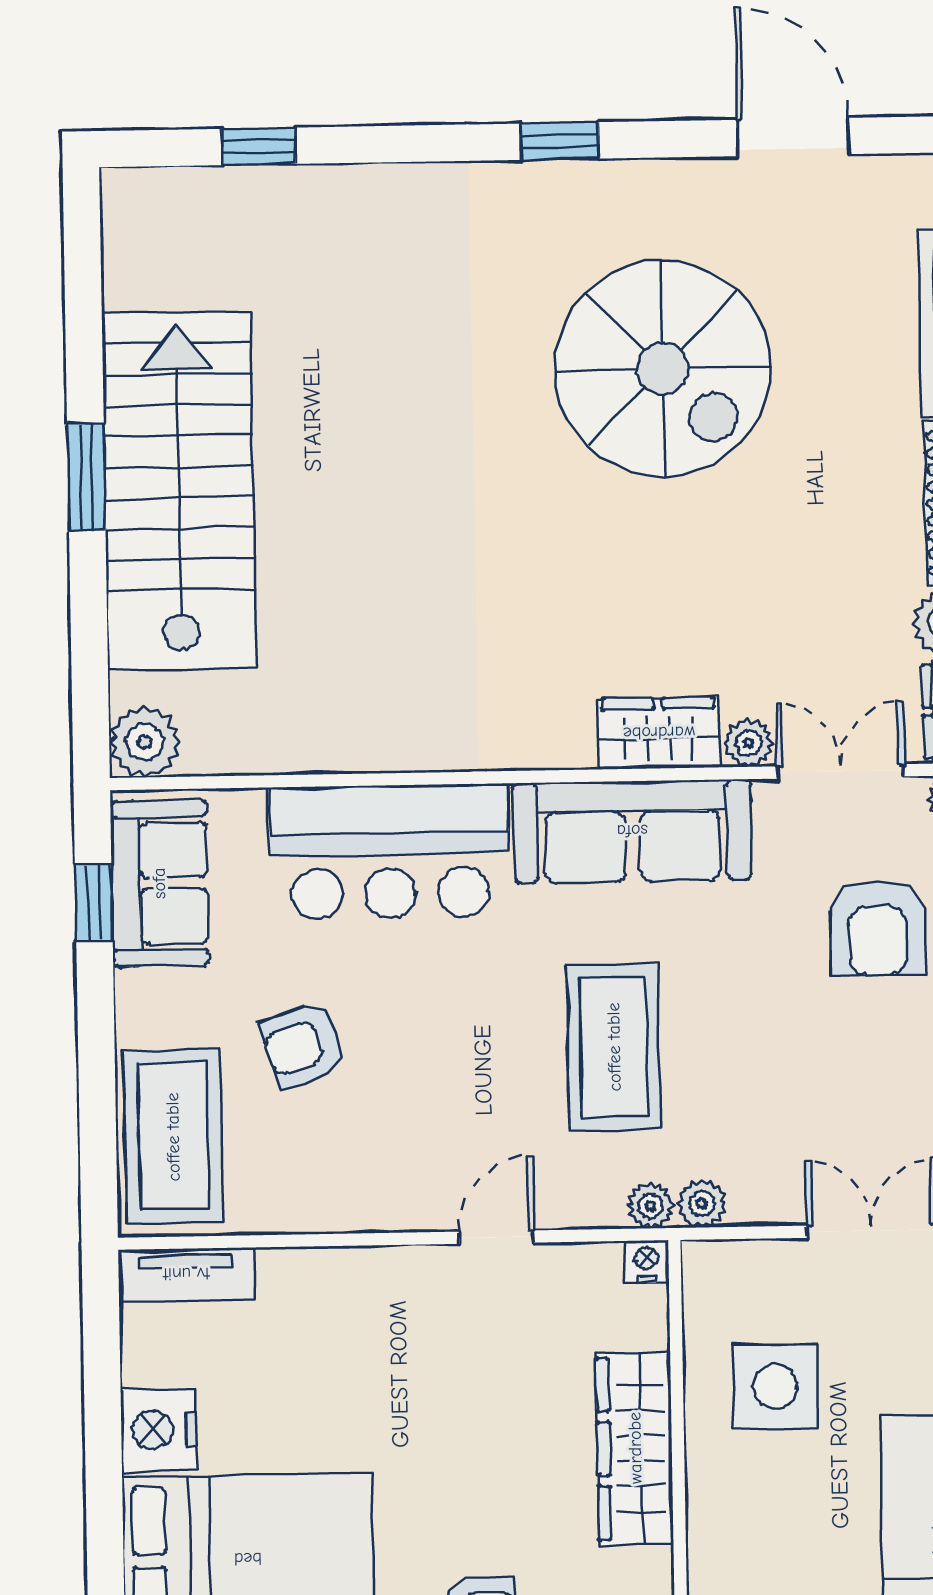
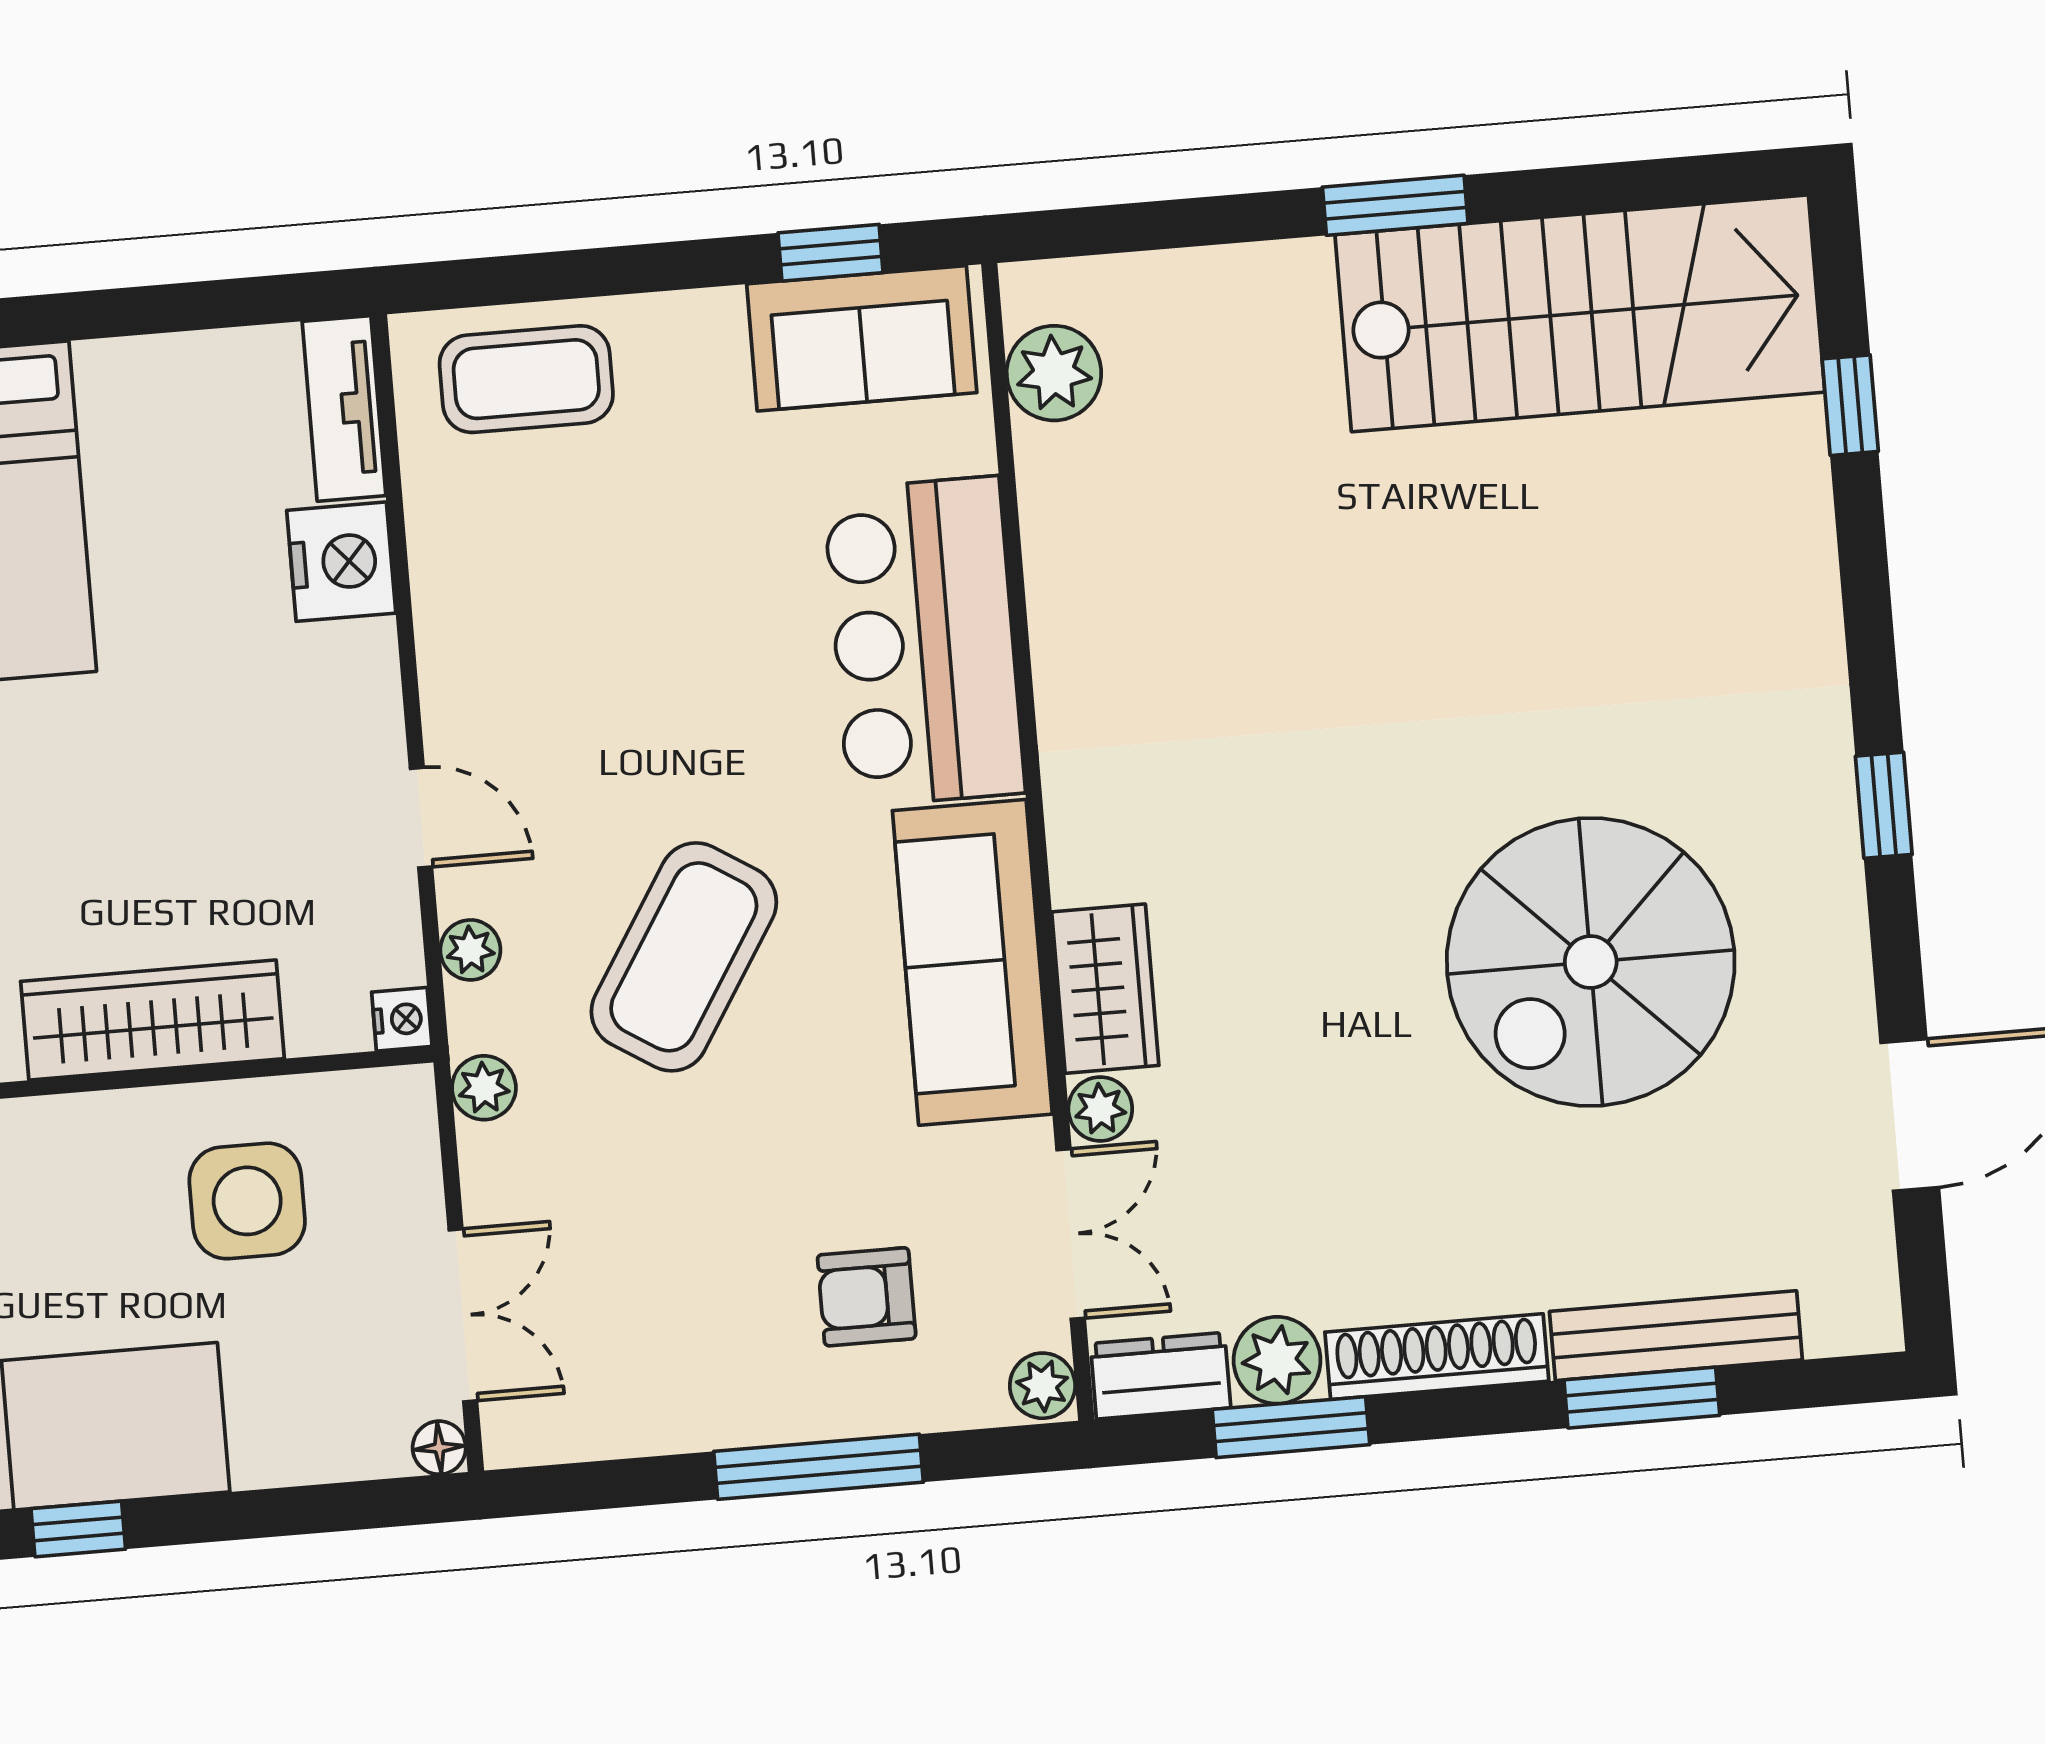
stairs: (179, 490) -> (1580, 313), moved
plant: (145, 742) -> (1054, 373), moved
armchair: (877, 927) -> (867, 1297), width x0.72, depth x0.72
armchair: (303, 1045) -> (660, 544), removed
coffee table: (614, 1047) -> (684, 957), turned -58
coffee table: (173, 1137) -> (526, 379), width x0.73, depth x0.76
plant: (651, 1206) -> (470, 950), moved
nightstand: (159, 1430) -> (341, 562), moved, turned 90

